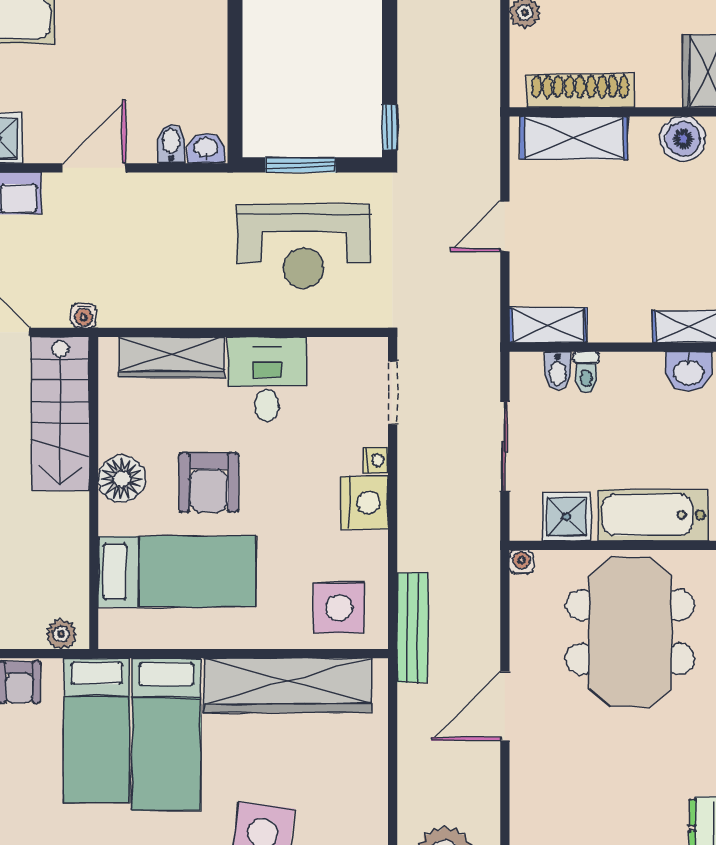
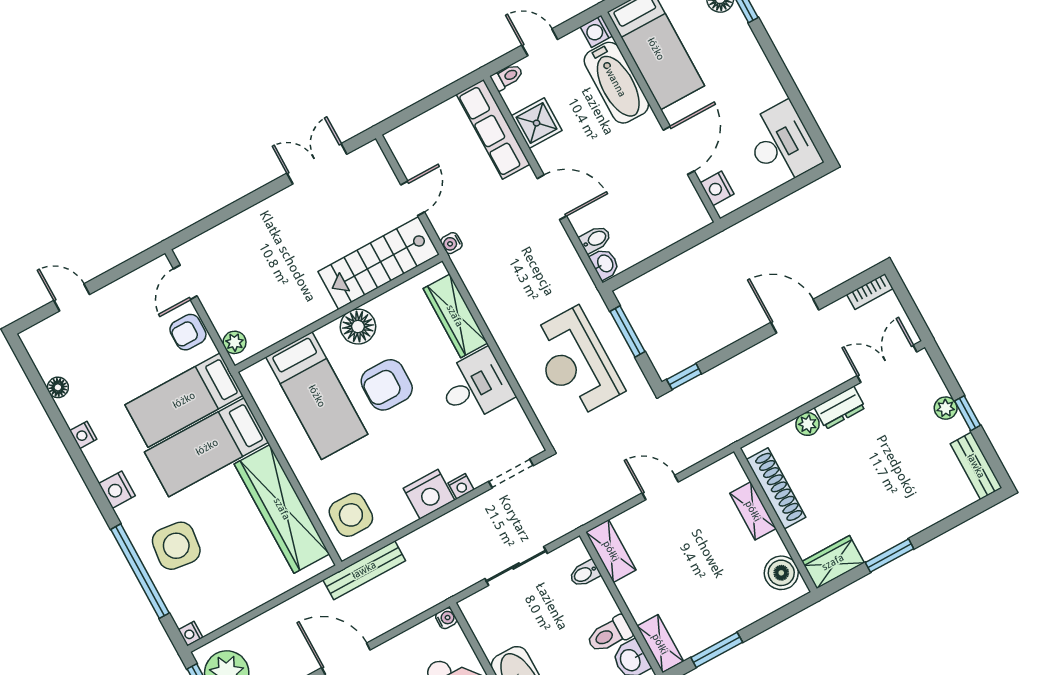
shelving: (574, 138) -> (753, 511), width x0.67, depth x0.75
toilet: (586, 372) -> (609, 634), moved, width x1.37, depth x1.39
shower: (567, 517) -> (492, 632), removed

